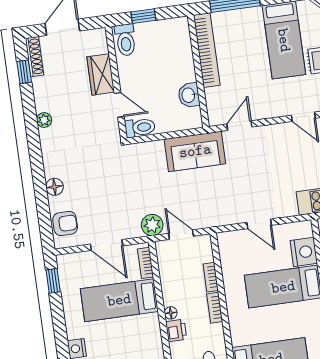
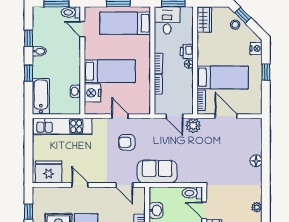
door: (239, 126) -> (124, 185), hinge flipped
armchair: (65, 223) -> (127, 142), moved
window: (53, 281) -> (266, 72), moved

